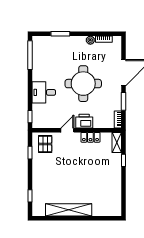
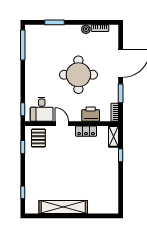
desk: (44, 92) -> (42, 109), moved, turned -90
printer: (84, 121) -> (91, 114), moved
door: (67, 130) -> (62, 124), hinge flipped

